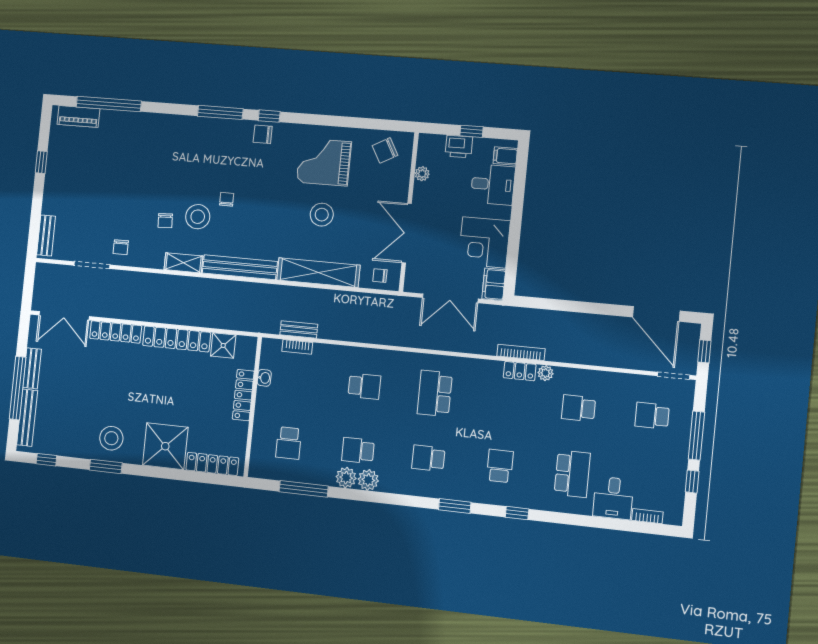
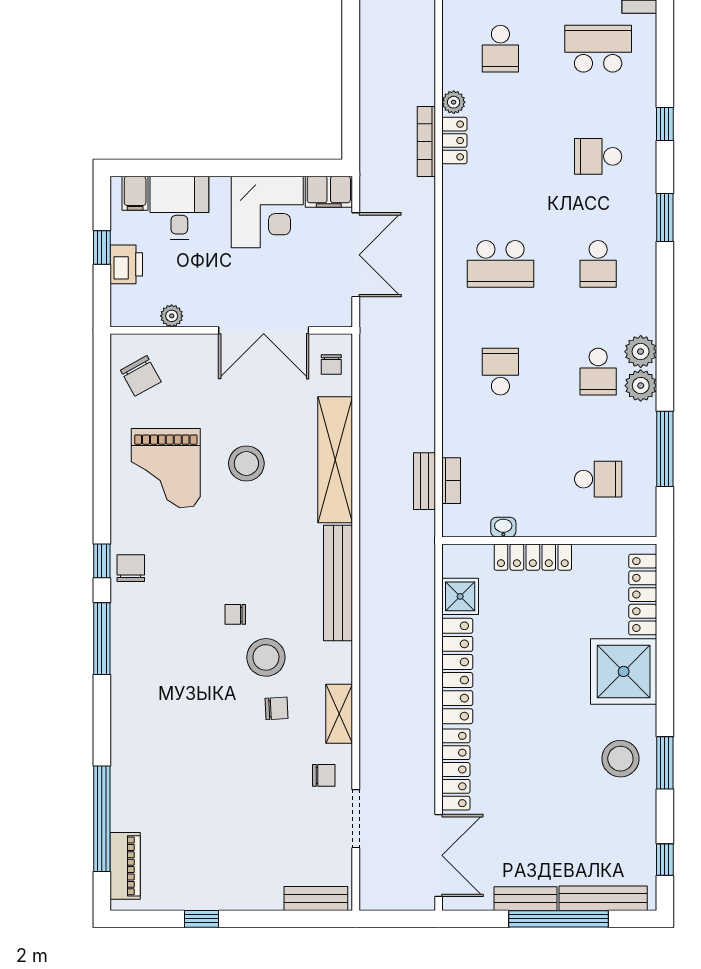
chair: (263, 134) -> (131, 568), turned 180
shelving: (183, 263) -> (339, 714), moved

